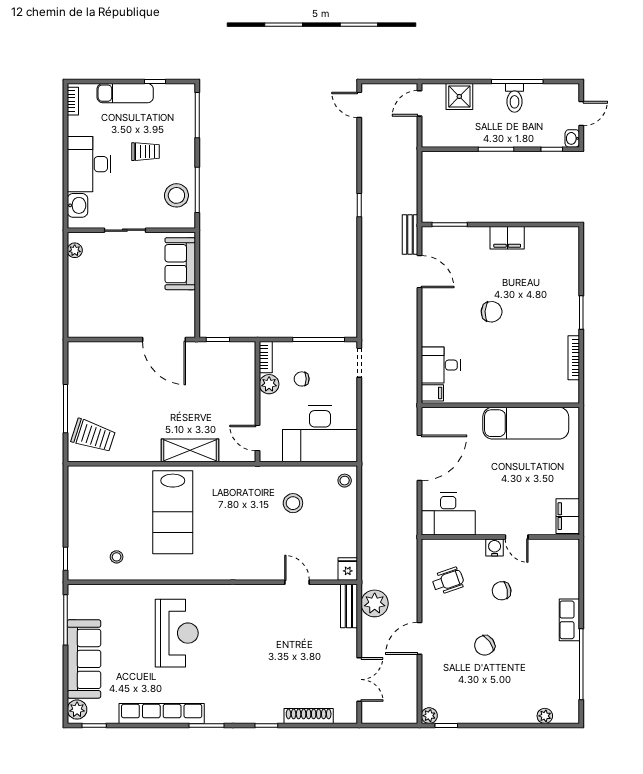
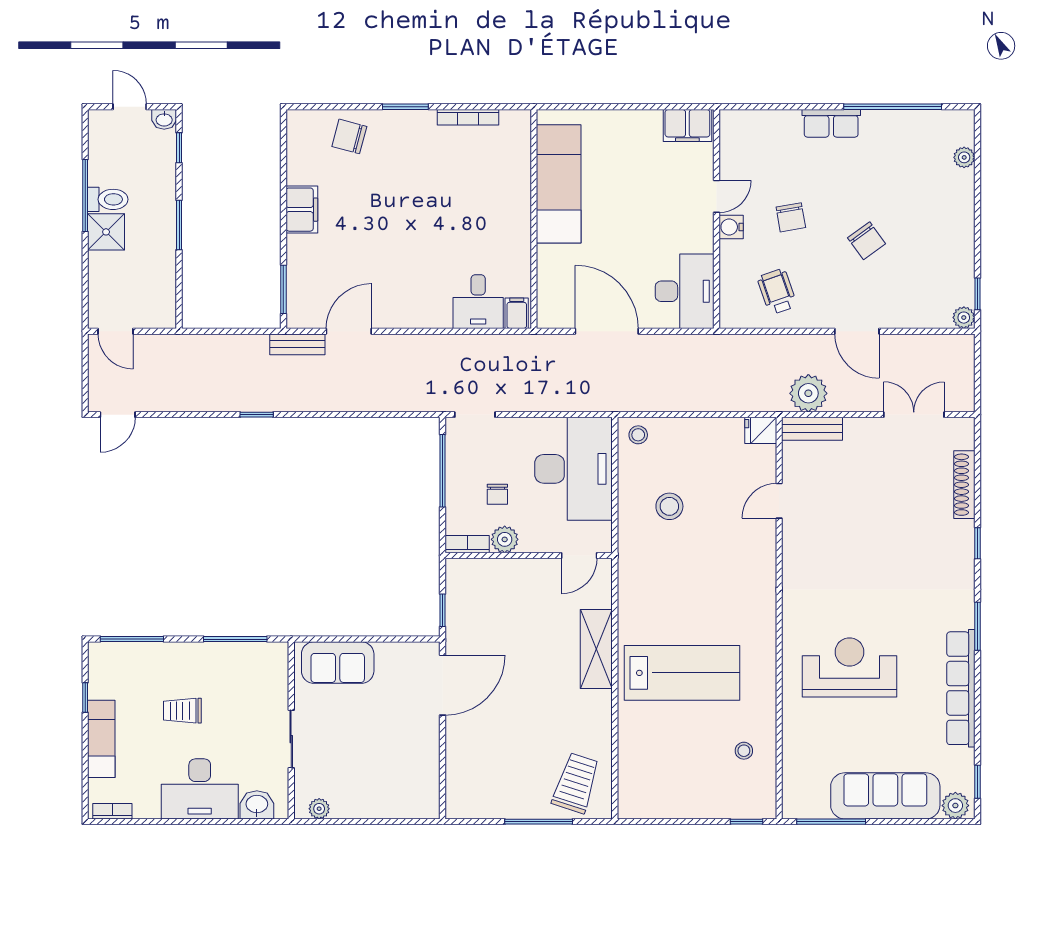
shower: (459, 96) -> (106, 232), moved
trolley: (146, 152) -> (182, 711), turned -90
stool: (176, 195) -> (243, 668), removed
chair: (492, 312) -> (349, 136), moved, turned -78

